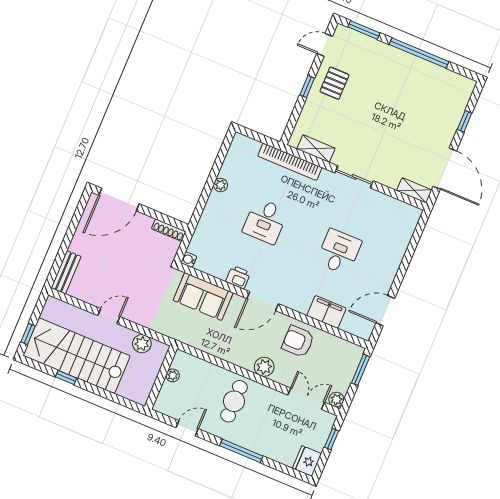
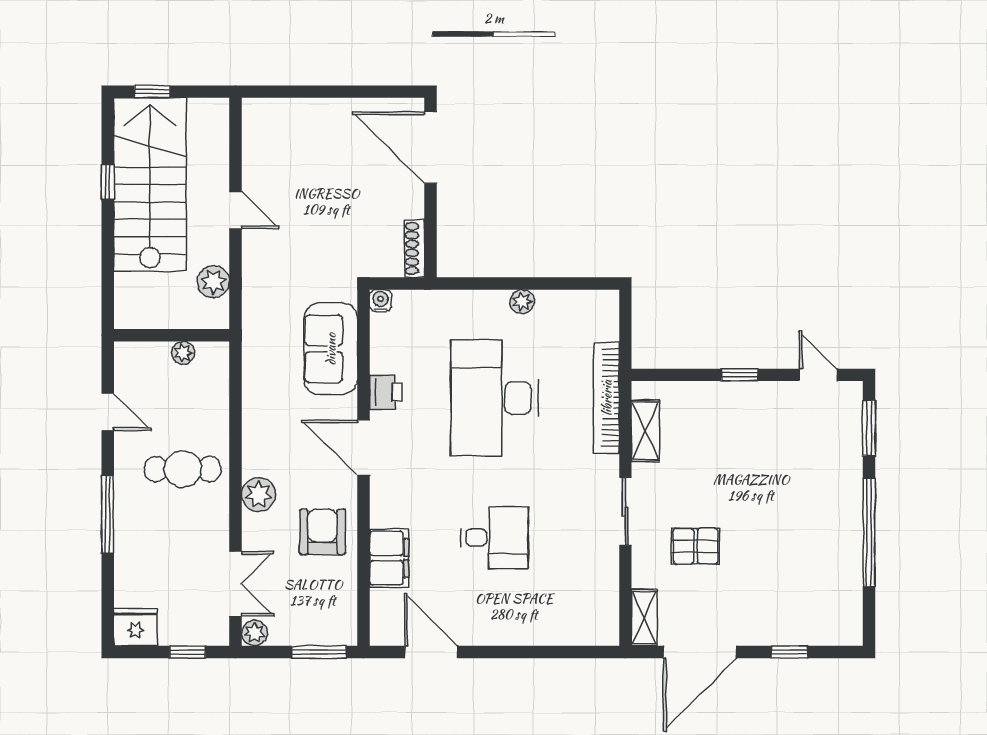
pallet: (334, 83) -> (696, 546), moved
desk: (265, 221) -> (494, 398), width x1.87, depth x1.30
bench: (66, 272) -> (277, 111), removed

